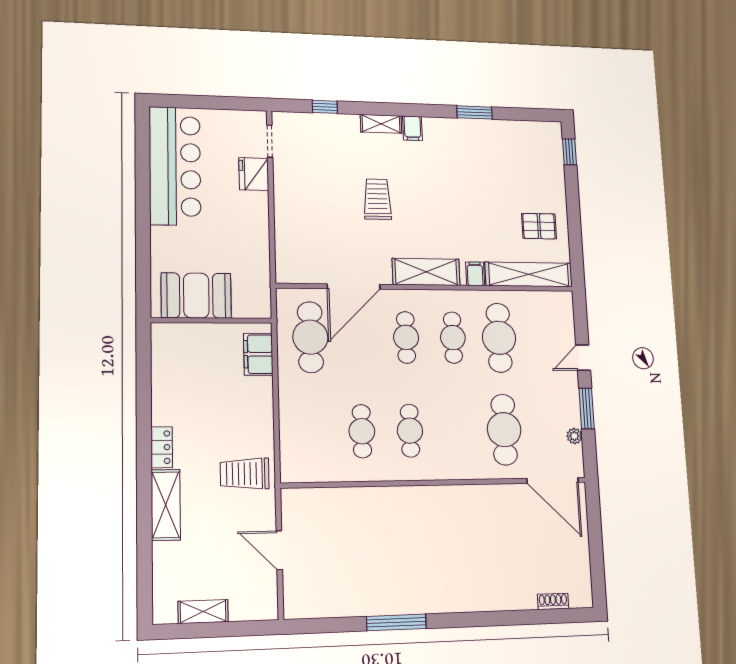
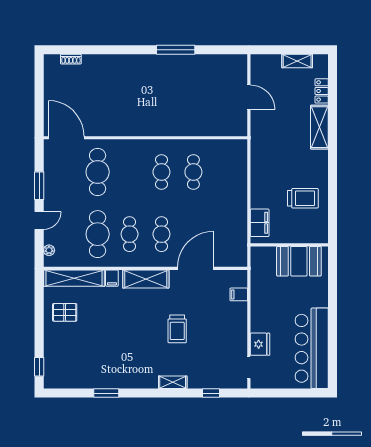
filing cabinet: (412, 128) -> (239, 294), moved, turned -90
cafe table: (310, 337) -> (225, 234), removed
plant: (574, 436) -> (49, 250), moved
locker: (162, 447) -> (322, 91), moved
trolley: (245, 474) -> (303, 198), moved

